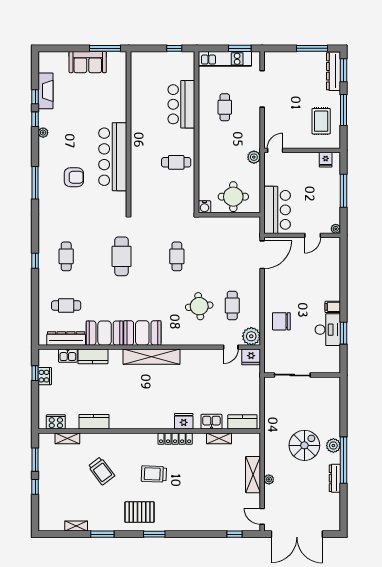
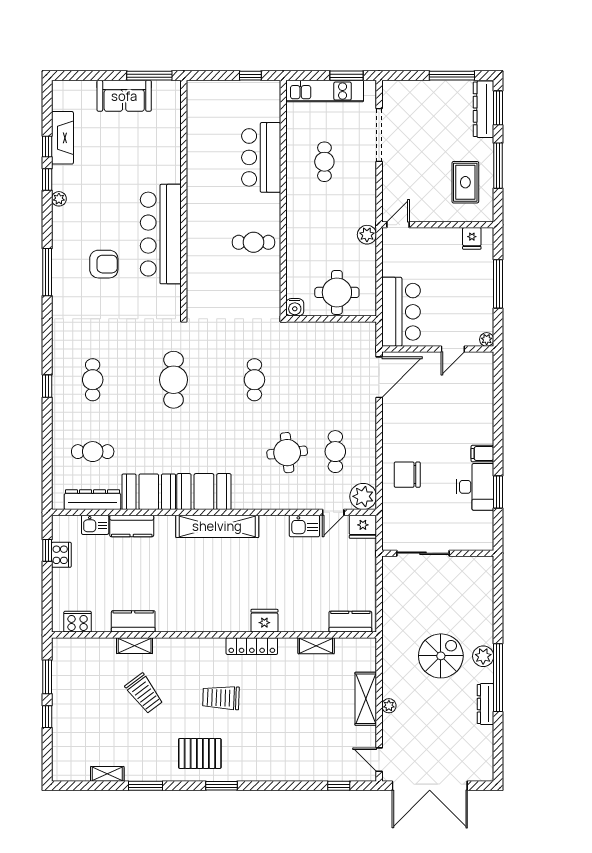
kitchen sink: (211, 422) -> (304, 526), moved, turned 180
shelving: (67, 438) -> (135, 646), moved

